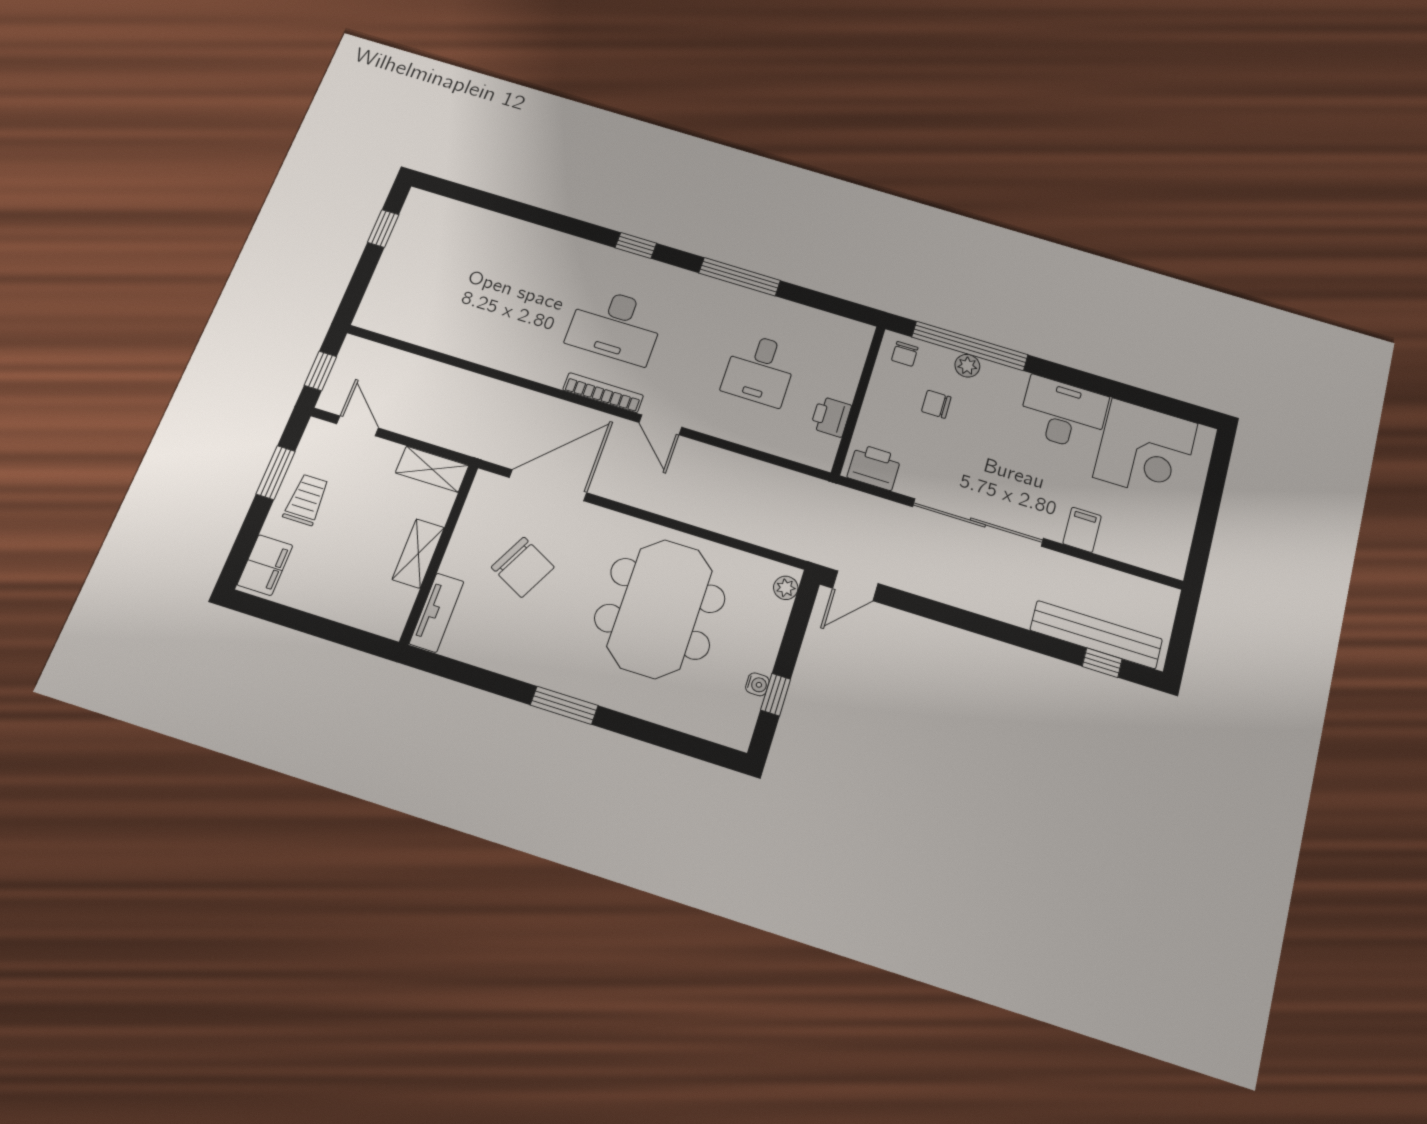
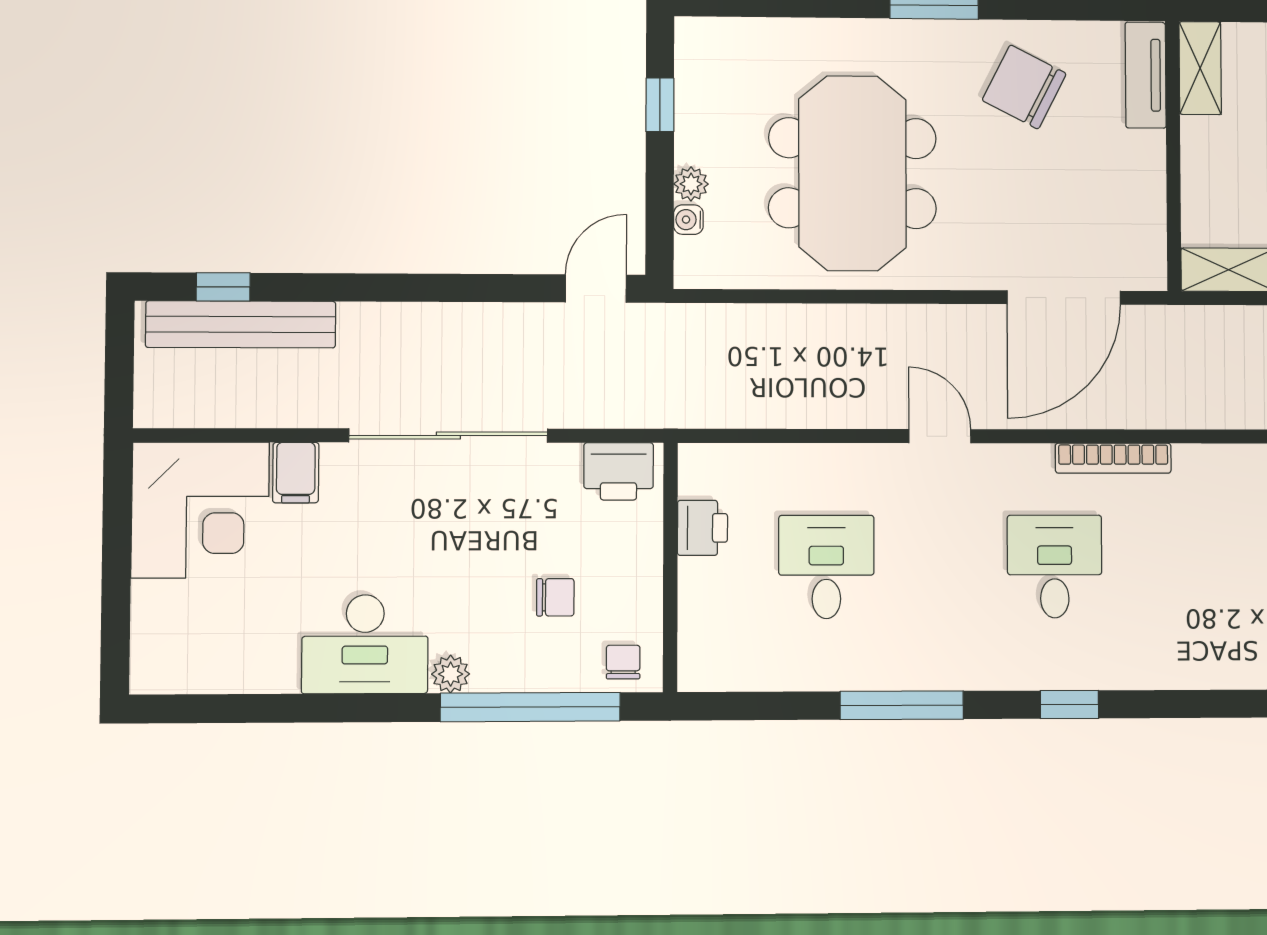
desk: (615, 326) -> (1055, 567), width x0.73
plant: (967, 366) -> (451, 674), moved
bookcase: (603, 393) -> (1113, 458), moved
corner desk: (1146, 450) -> (200, 510), moved, turned 180
shelving: (418, 553) -> (1200, 68), moved
chair: (523, 567) -> (1024, 87), moved
plant: (786, 588) -> (691, 184), moved
water cooler: (757, 684) -> (688, 220), moved

